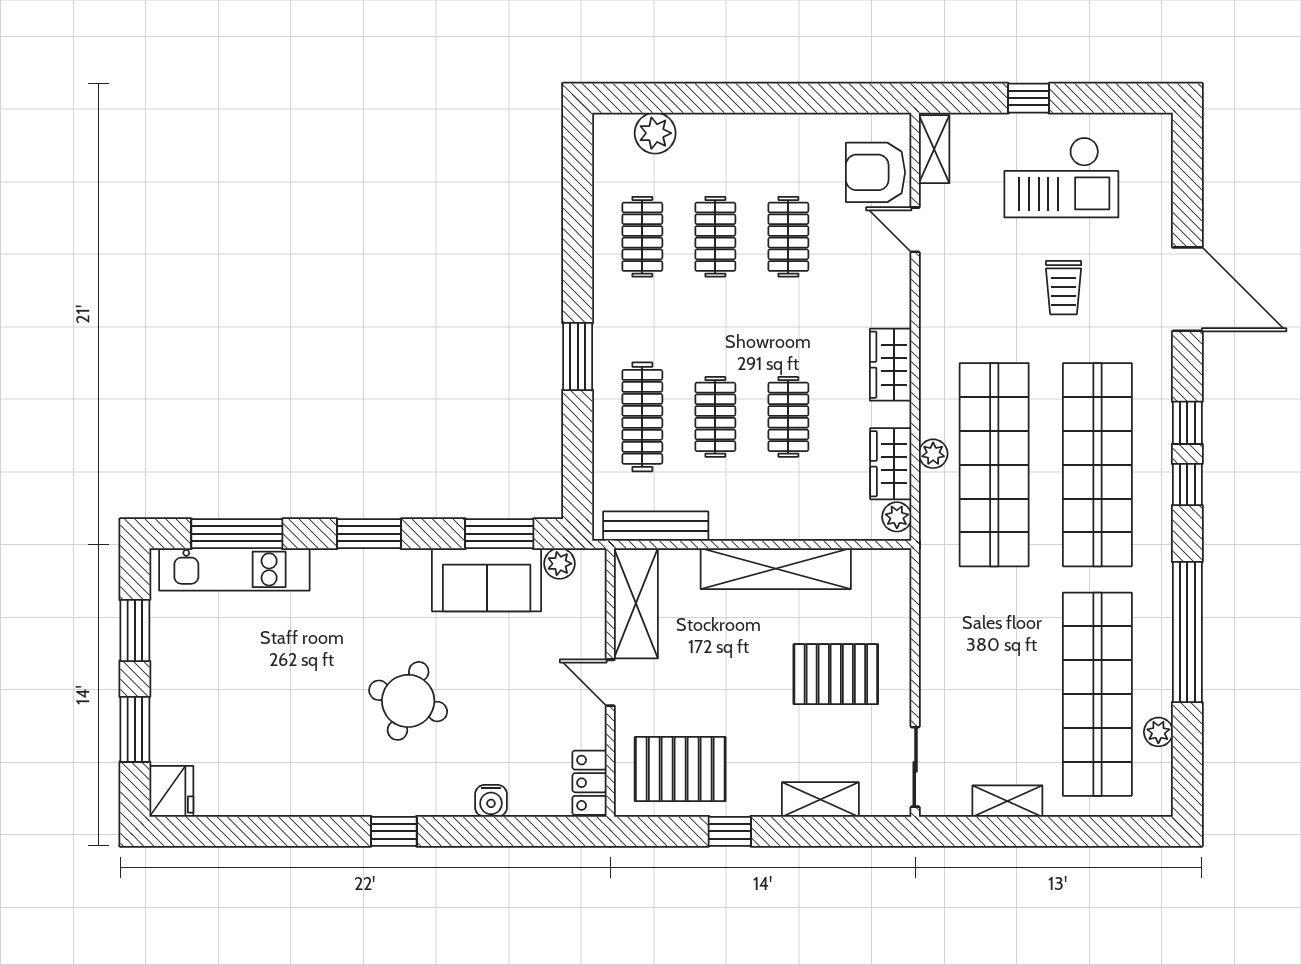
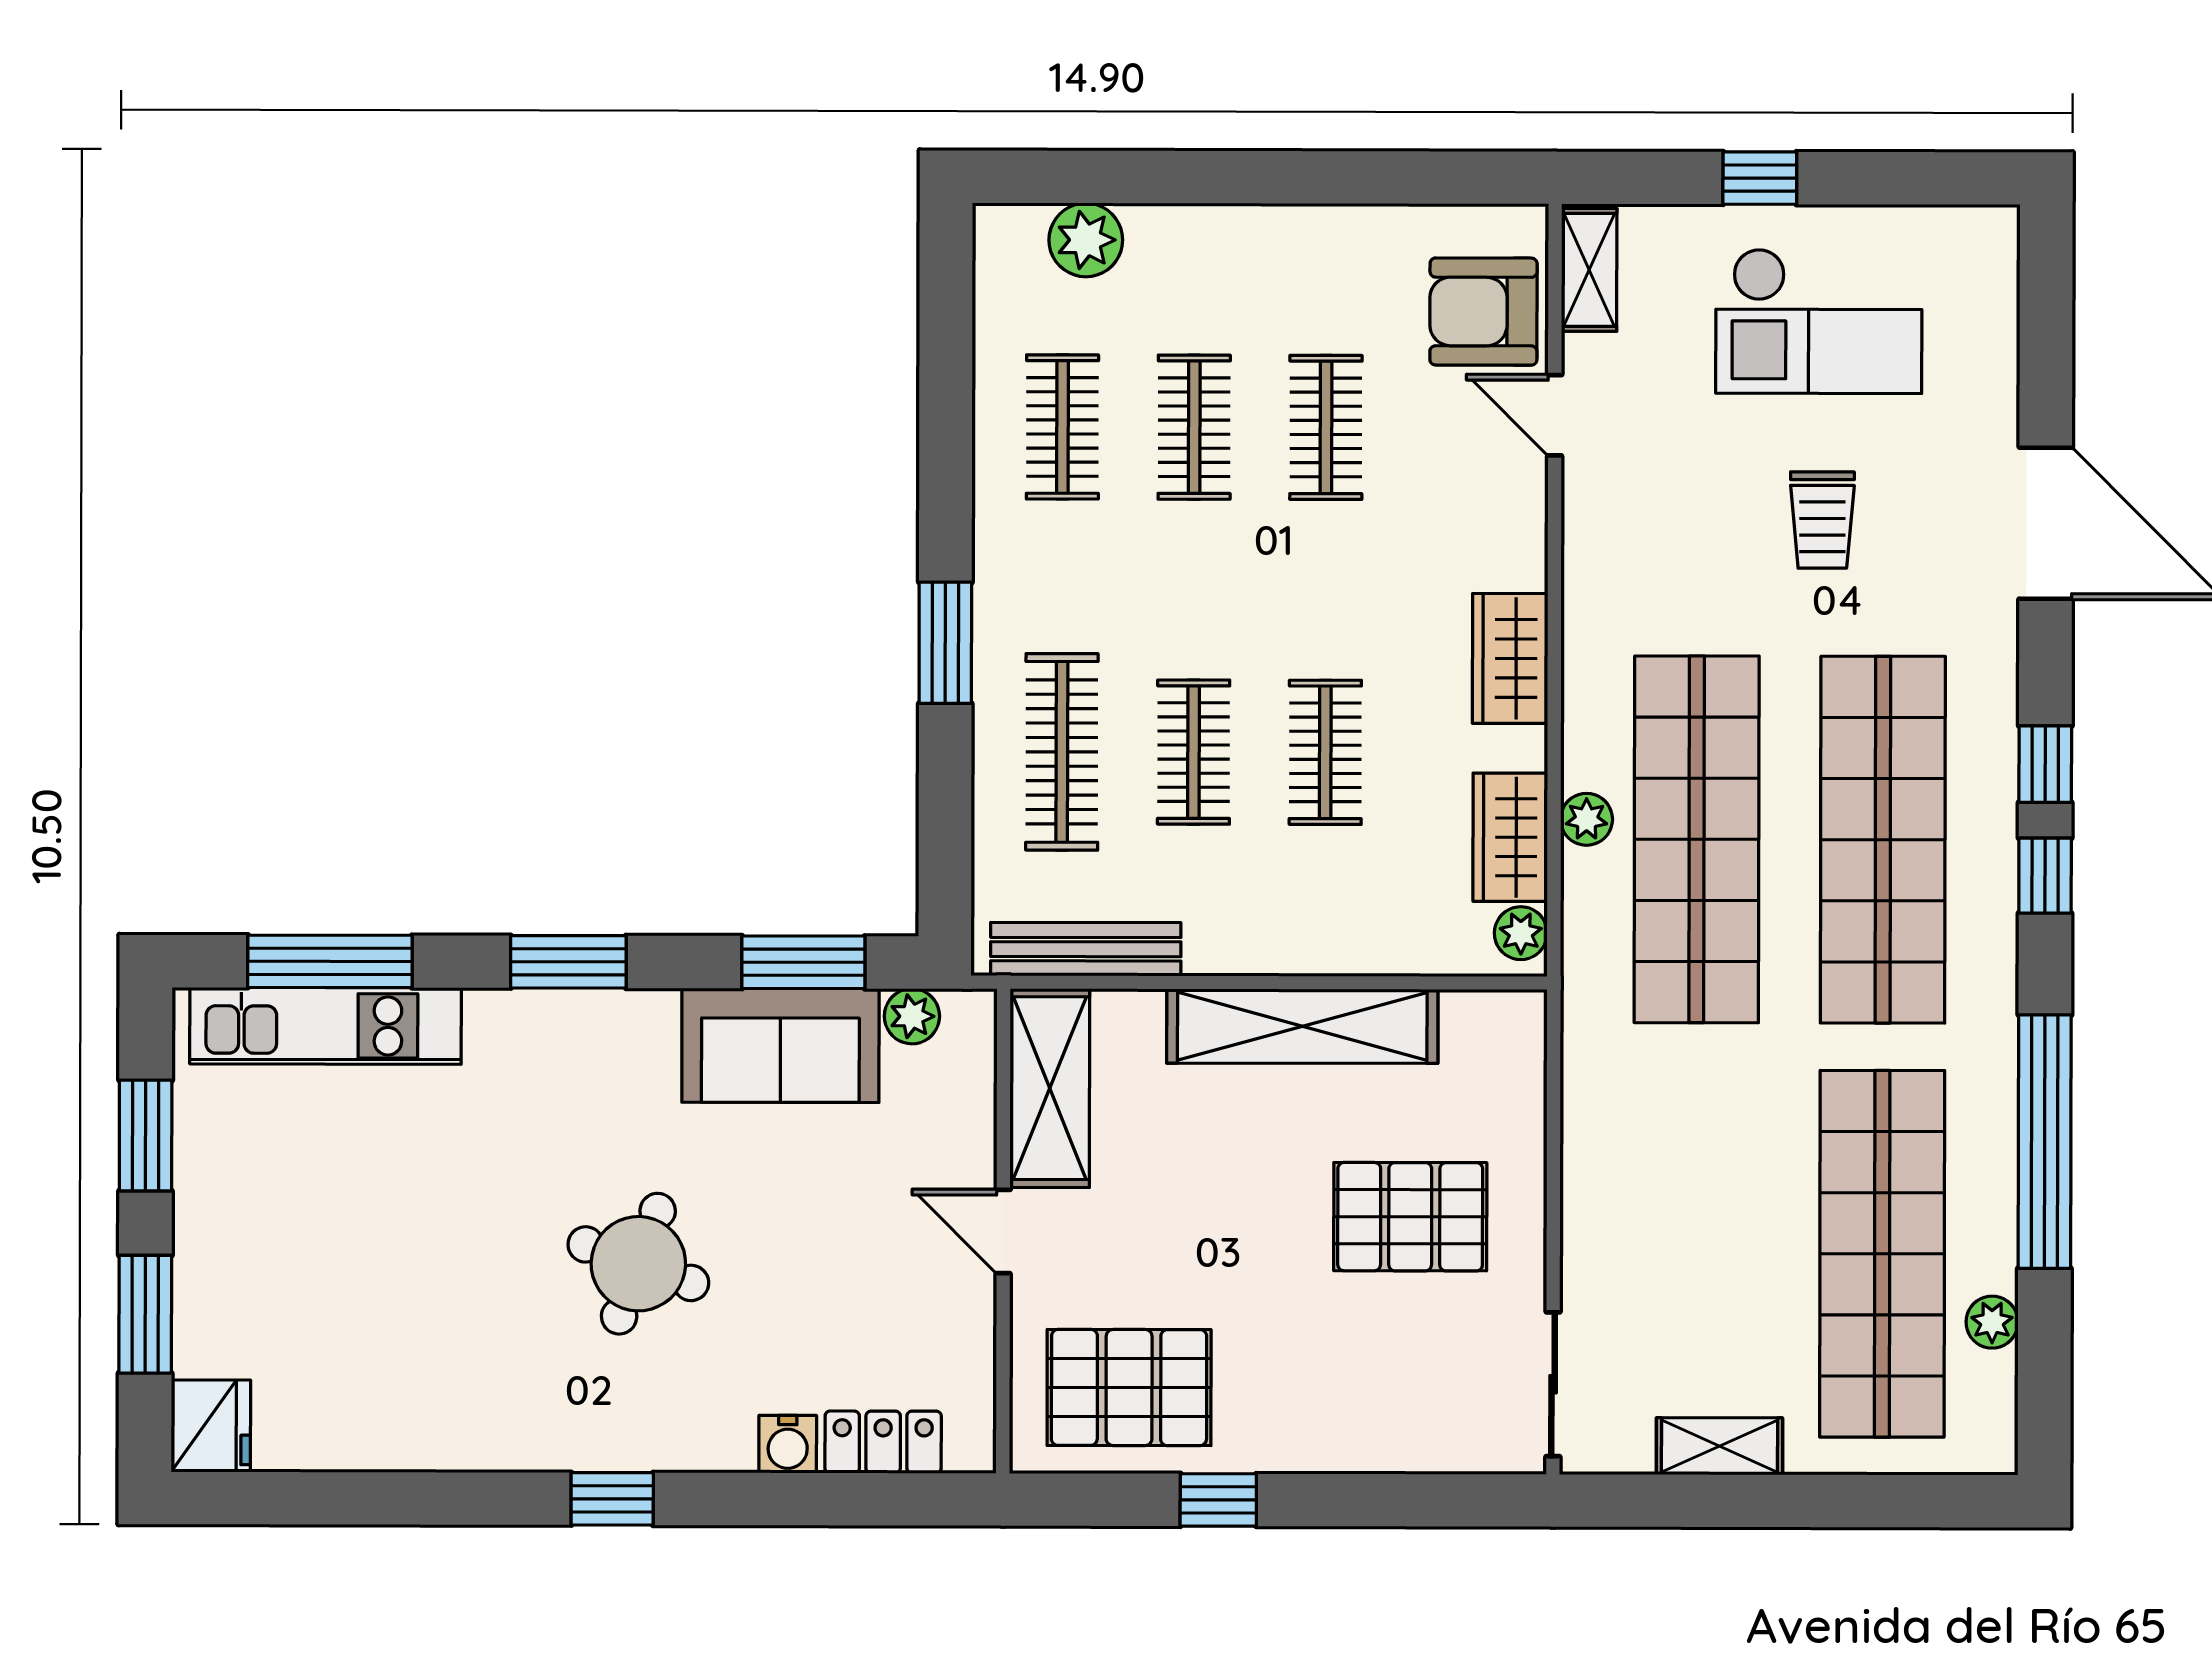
locker: (589, 783) -> (883, 1442), moved, turned 90
shelving: (820, 799) -> (1382, 1443), removed

